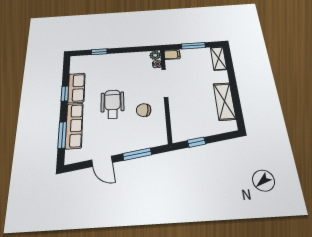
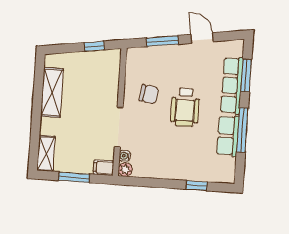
window: (65, 93) -> (242, 130), width x2.17

